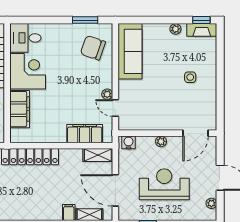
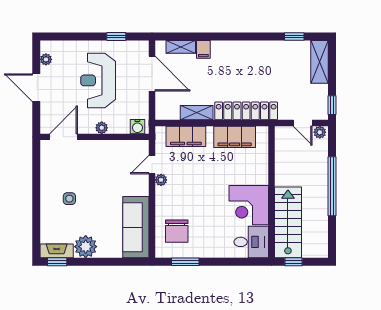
plant: (175, 29) -> (86, 247), width x1.87, depth x1.87
chair: (93, 48) -> (177, 231), turned 71
door: (115, 108) -> (152, 165), swing flipped
filing cabinet: (20, 109) -> (235, 137), moved, turned -90
shelving: (98, 155) -> (197, 113), moved
reception desk: (164, 184) -> (98, 80), turned 90

